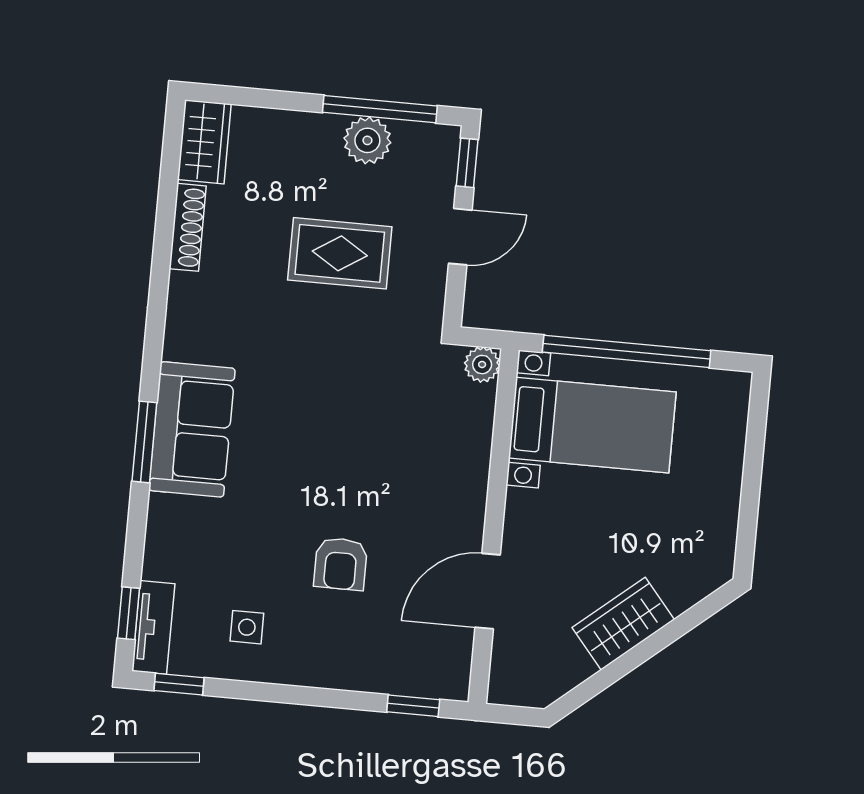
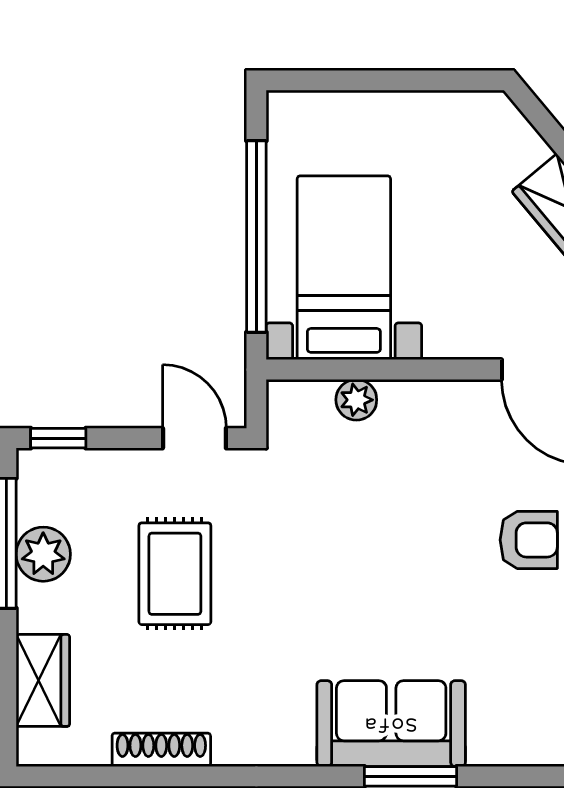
wardrobe: (204, 142) -> (43, 680), moved, turned 90
door: (460, 237) -> (194, 438), moved
plant: (482, 365) -> (356, 400), moved

